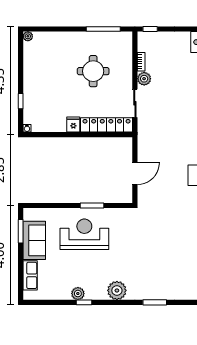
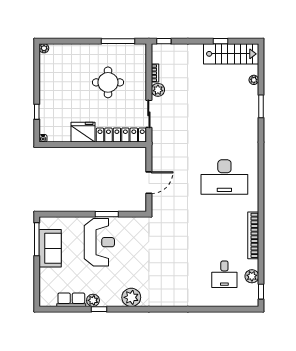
fridge: (73, 125) -> (83, 132), width x1.88, depth x1.34
window: (21, 231) -> (37, 239), width x1.44
reception desk: (84, 234) -> (99, 242), turned 90
row of seats: (30, 275) -> (71, 300), moved, turned -90
window: (155, 302) -> (168, 309), removed

